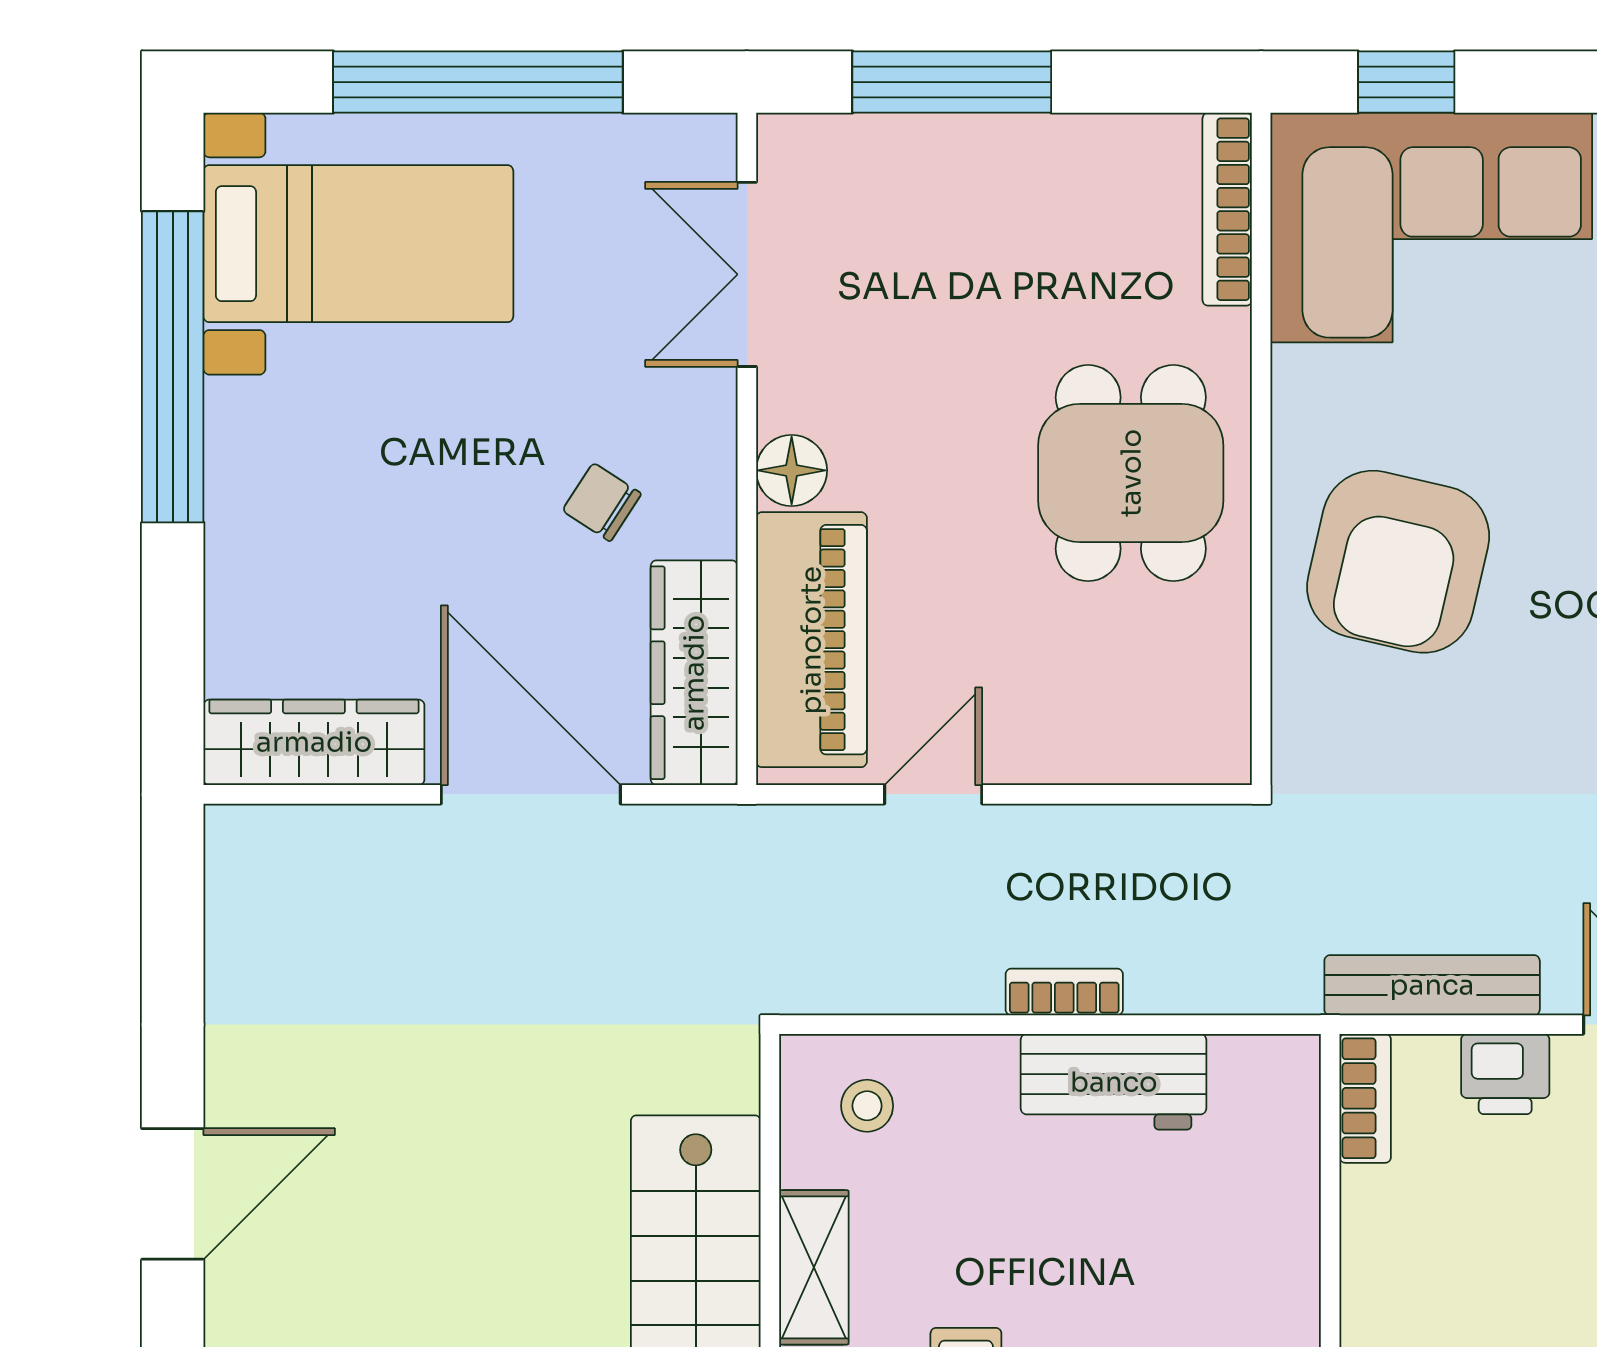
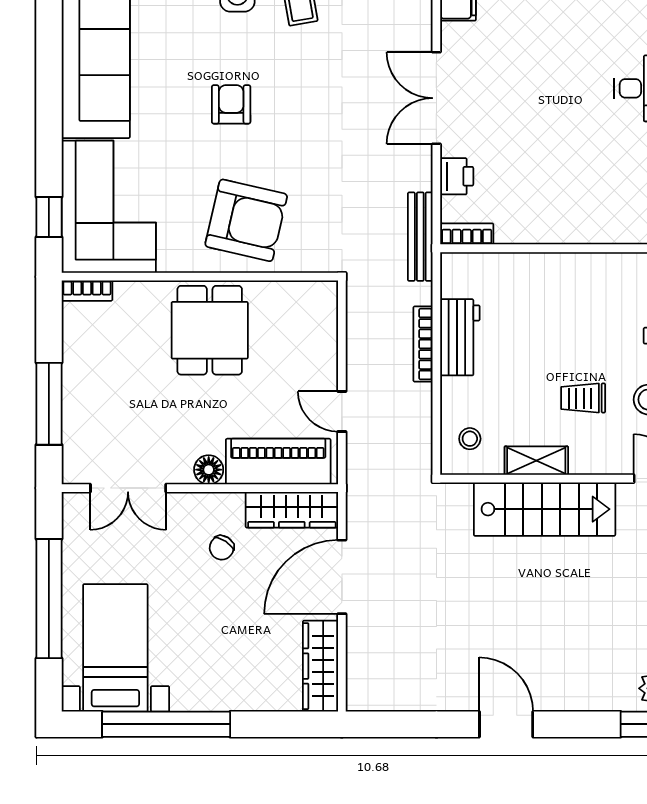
bookcase: (1227, 209) -> (87, 291), width x0.64
dining table: (1131, 473) -> (210, 330), turned 90
bench: (1432, 985) -> (420, 237), moved
bookcase: (1064, 992) -> (423, 344), width x1.56

